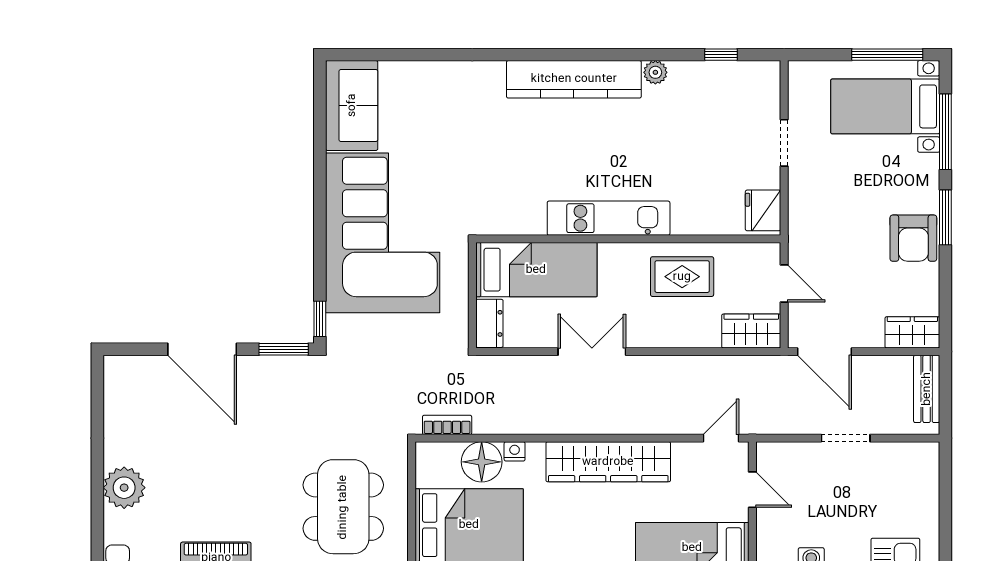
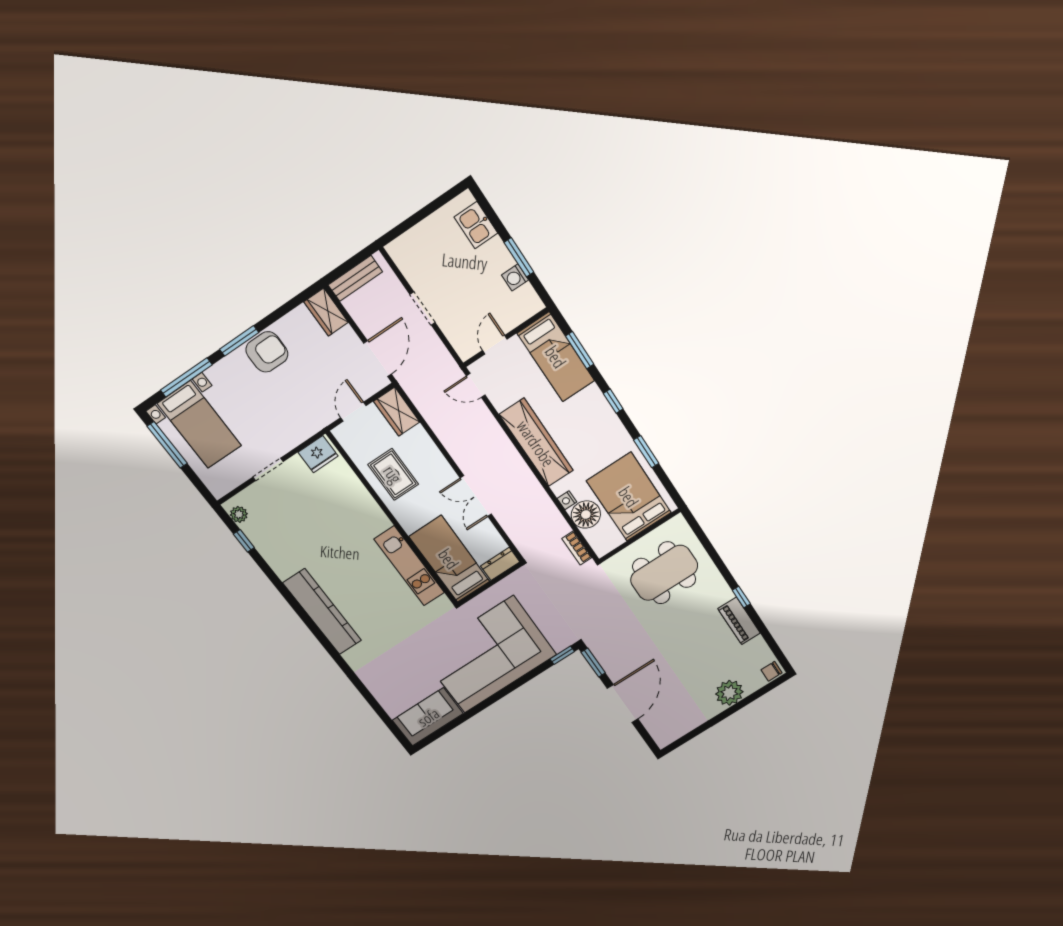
plant: (655, 72) -> (239, 514), moved
kitchen unit: (609, 218) -> (409, 566), moved

